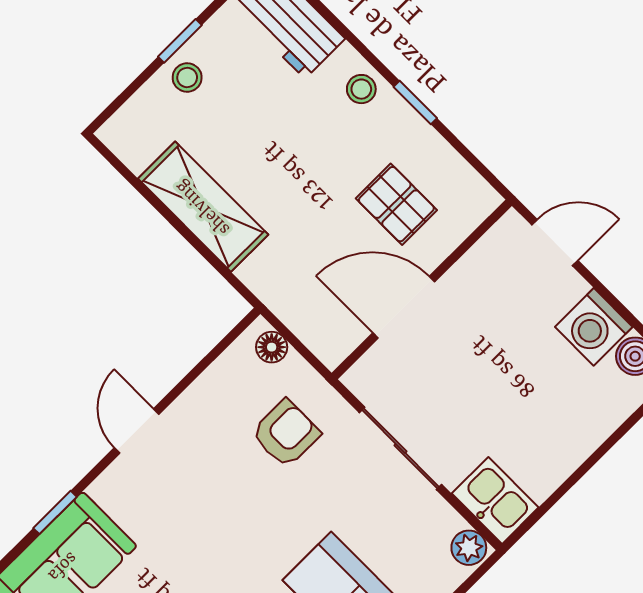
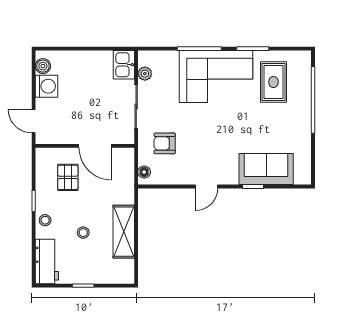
stool: (187, 78) -> (83, 233), moved
plant: (469, 548) -> (145, 74), moved

